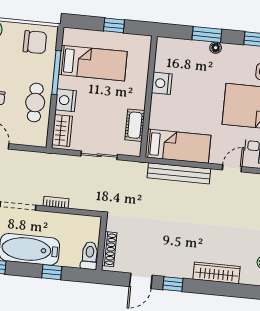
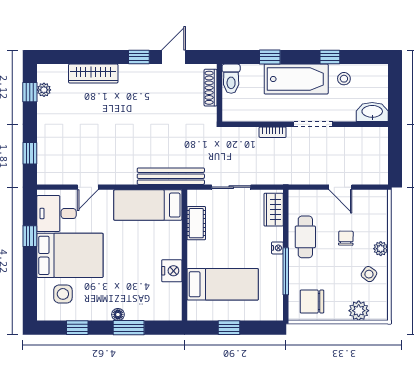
bed: (93, 63) -> (223, 284), moved, turned 180
nightstand: (66, 100) -> (277, 248), width x0.53, depth x0.56
bench: (179, 173) -> (171, 176), moved

